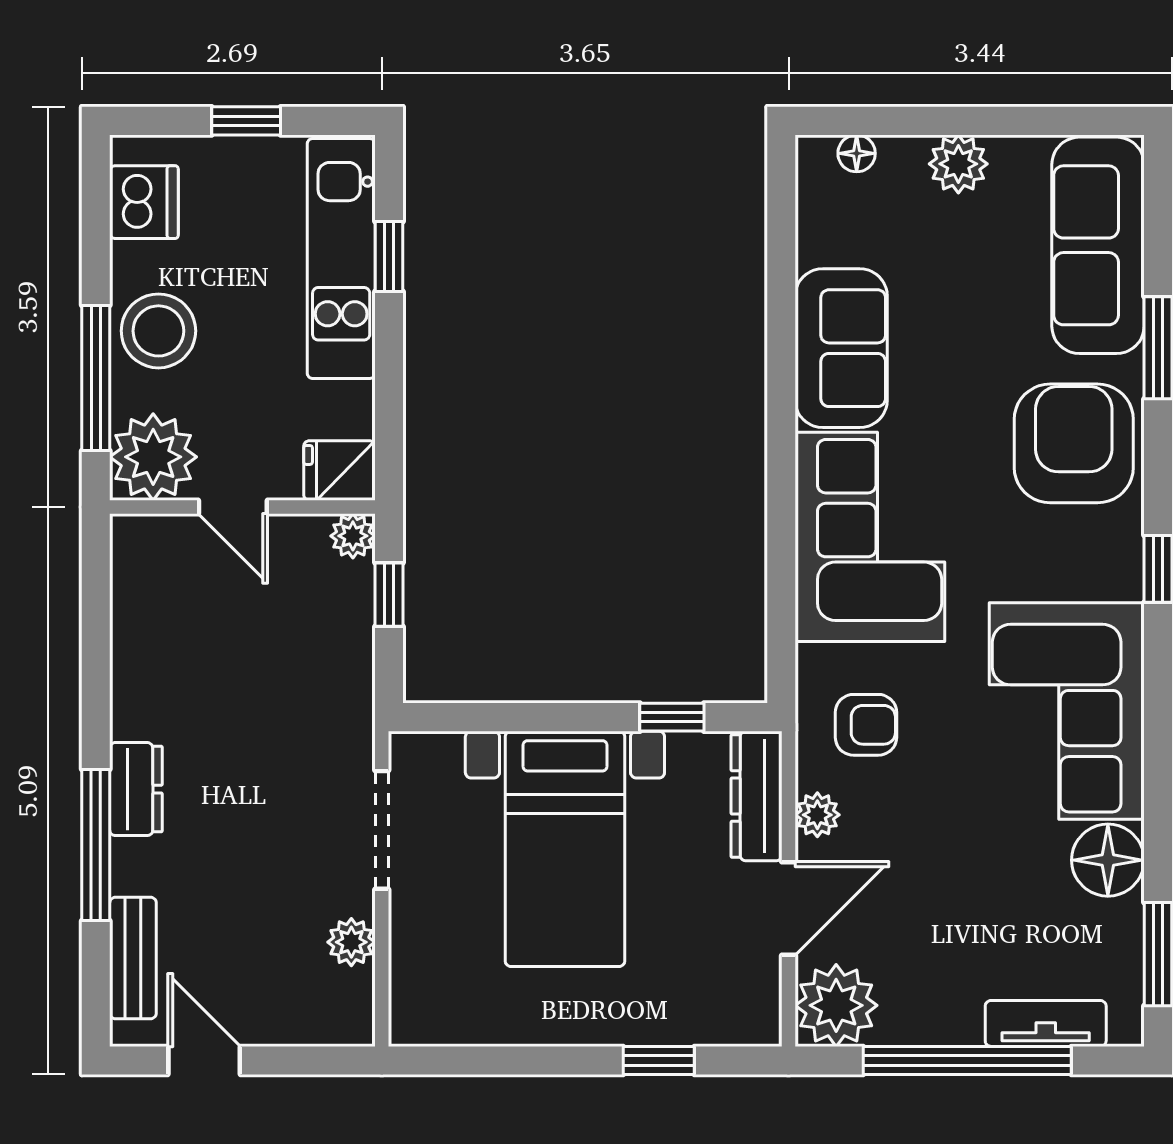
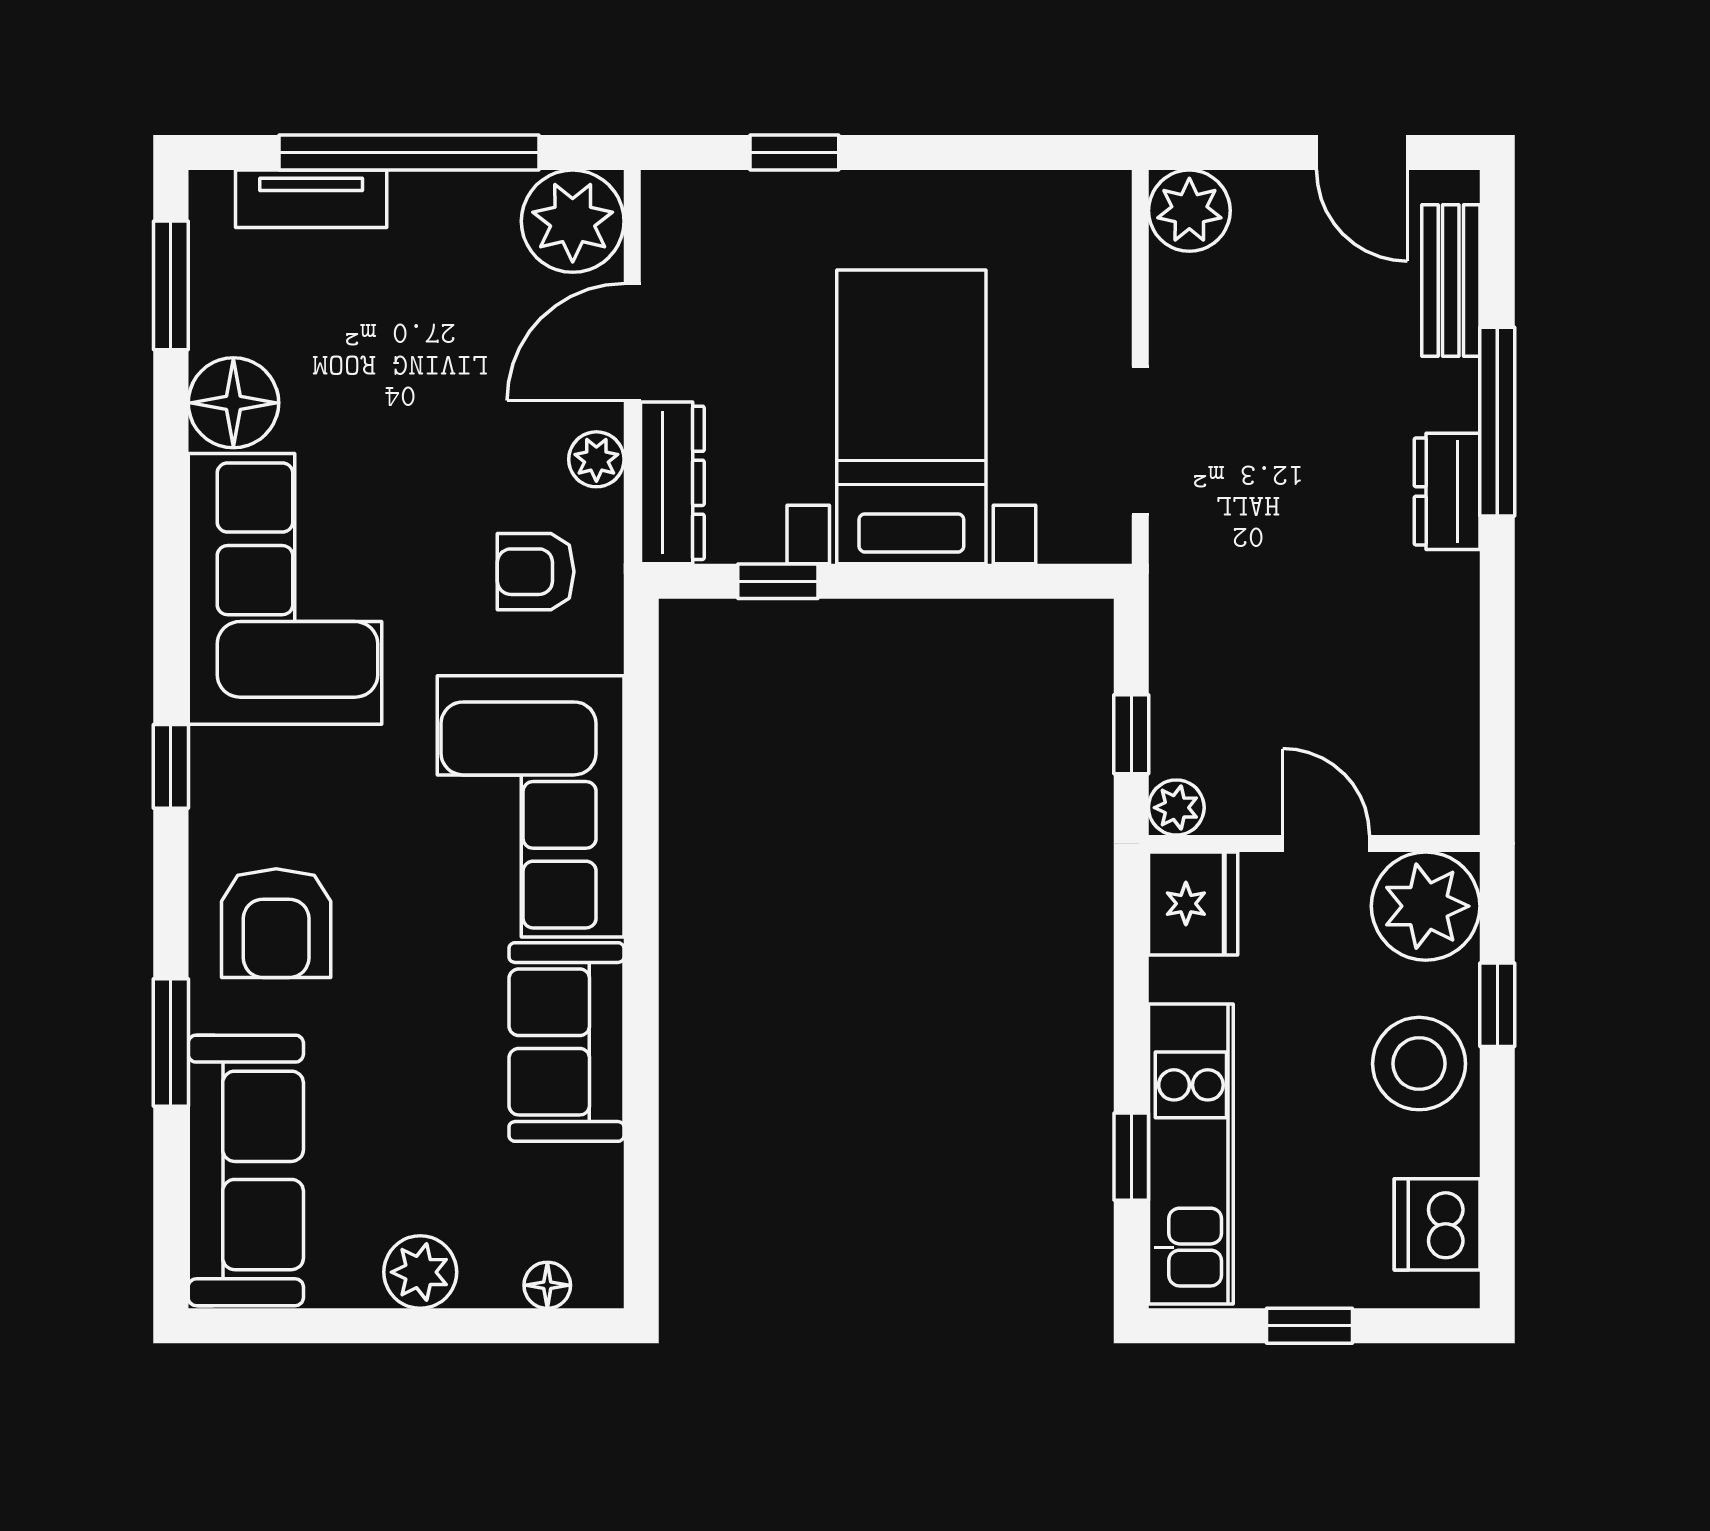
window: (96, 378) -> (1497, 1005), width x0.46
armchair: (1074, 443) -> (276, 923), width x0.73, depth x0.73
fridge: (339, 471) -> (1193, 904), width x1.38
plant: (351, 942) -> (1189, 211), moved, width x1.38, depth x1.38

